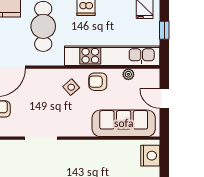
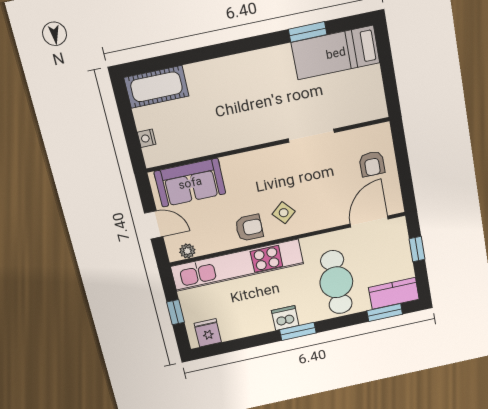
plant: (128, 74) -> (187, 251), moved
sofa: (124, 123) -> (190, 183), width x0.73
nightstand: (150, 156) -> (147, 138), width x0.53, depth x0.56

